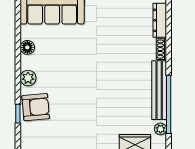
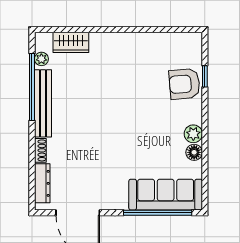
plant: (28, 78) -> (193, 134), moved

